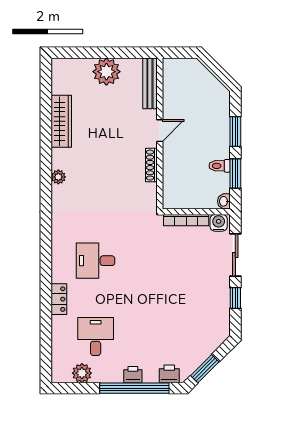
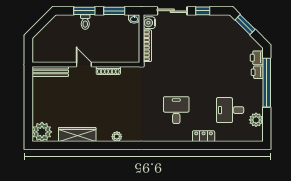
plant: (106, 72) -> (42, 132), moved
toilet: (220, 166) -> (85, 22), moved
desk: (96, 261) -> (176, 110), turned 180
window: (205, 369) -> (245, 25), moved
printer: (133, 375) -> (257, 72), moved

